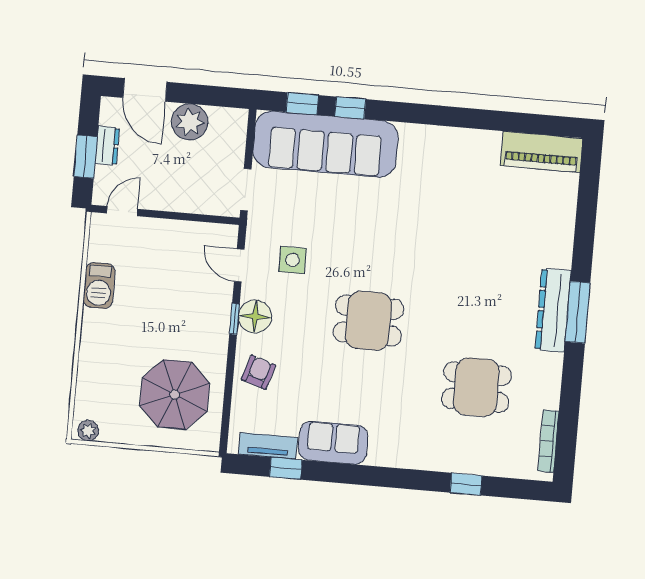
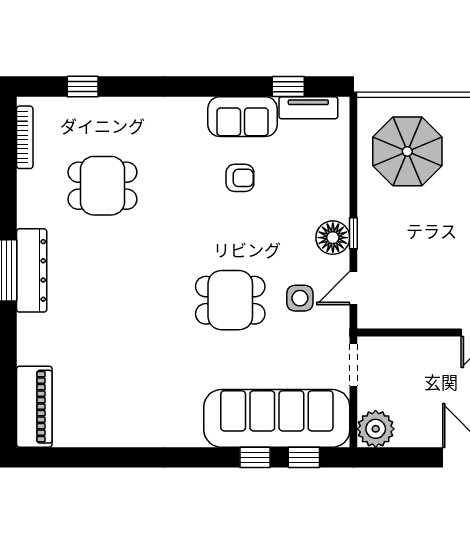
plant: (190, 122) -> (376, 429), moved
piano: (542, 152) -> (34, 407), moved, turned 90
door: (239, 265) -> (353, 288), swing flipped
dining table: (368, 321) -> (230, 300), moved
armchair: (258, 372) -> (240, 178), moved, turned -108
window: (466, 484) -> (83, 87), moved

